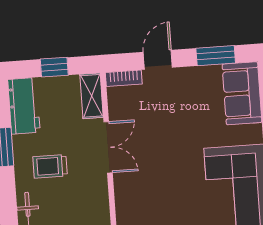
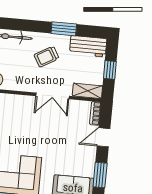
door: (158, 60) -> (104, 137), swing flipped
trolley: (50, 166) -> (47, 57), turned -120

